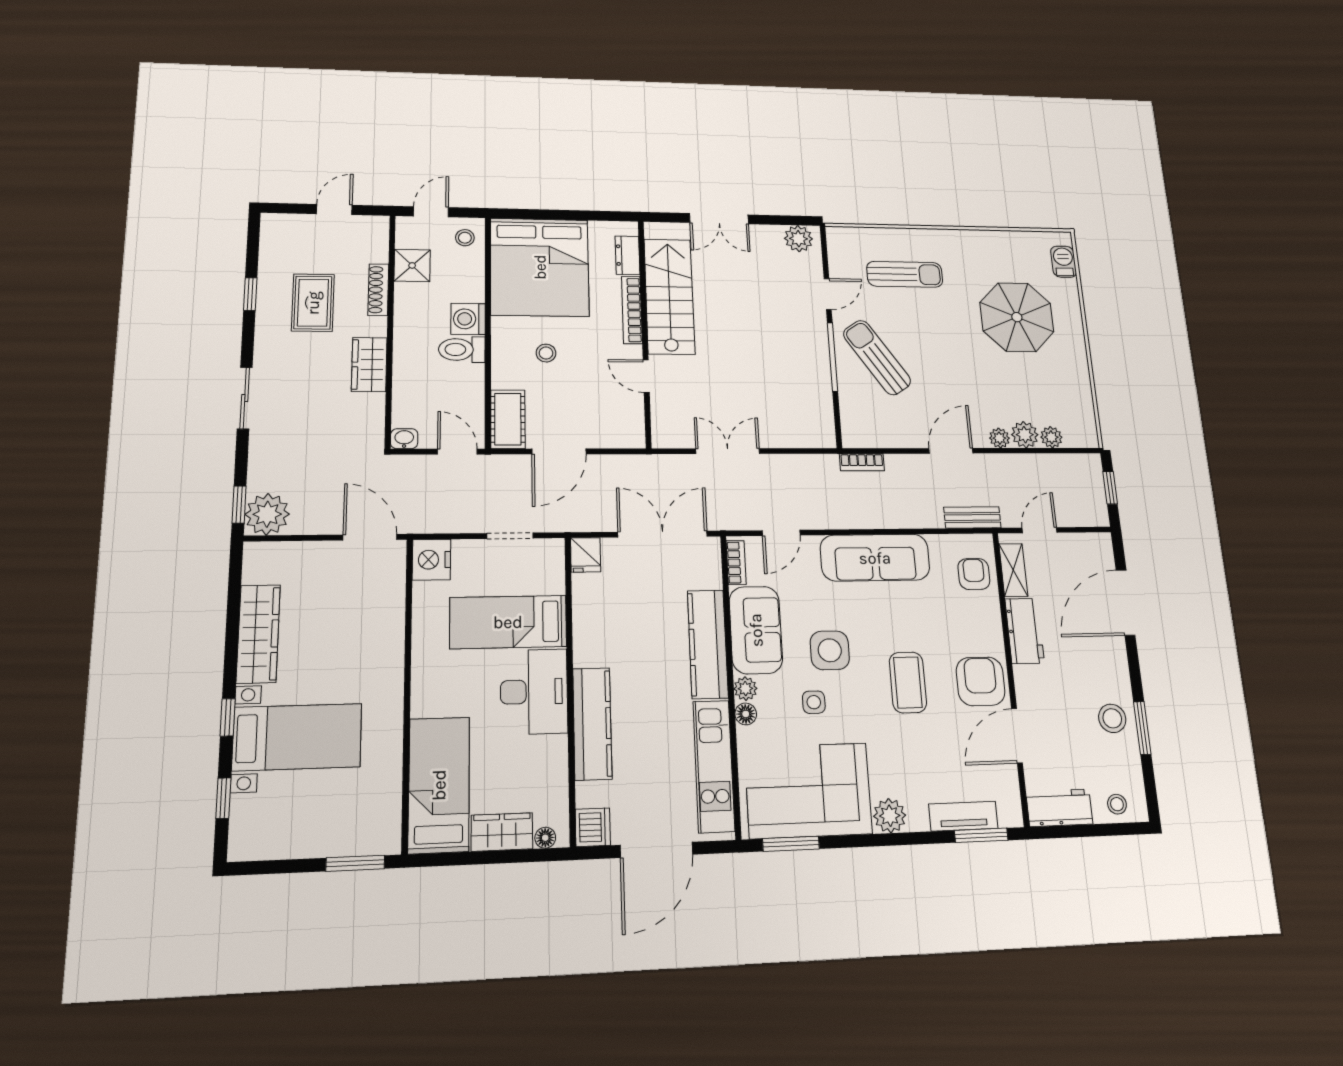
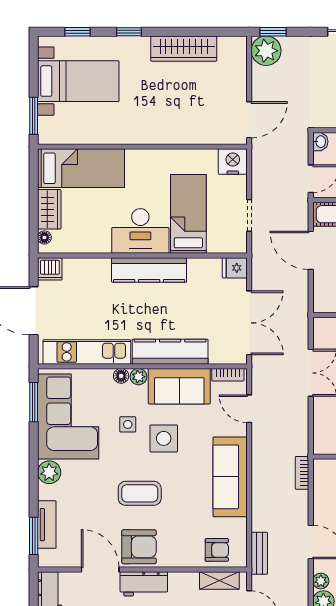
workbench: (1025, 631) -> (144, 584), moved
kitchen counter: (592, 724) -> (149, 270), moved
bed with nightstands: (297, 737) -> (78, 81), moved, turned -90

